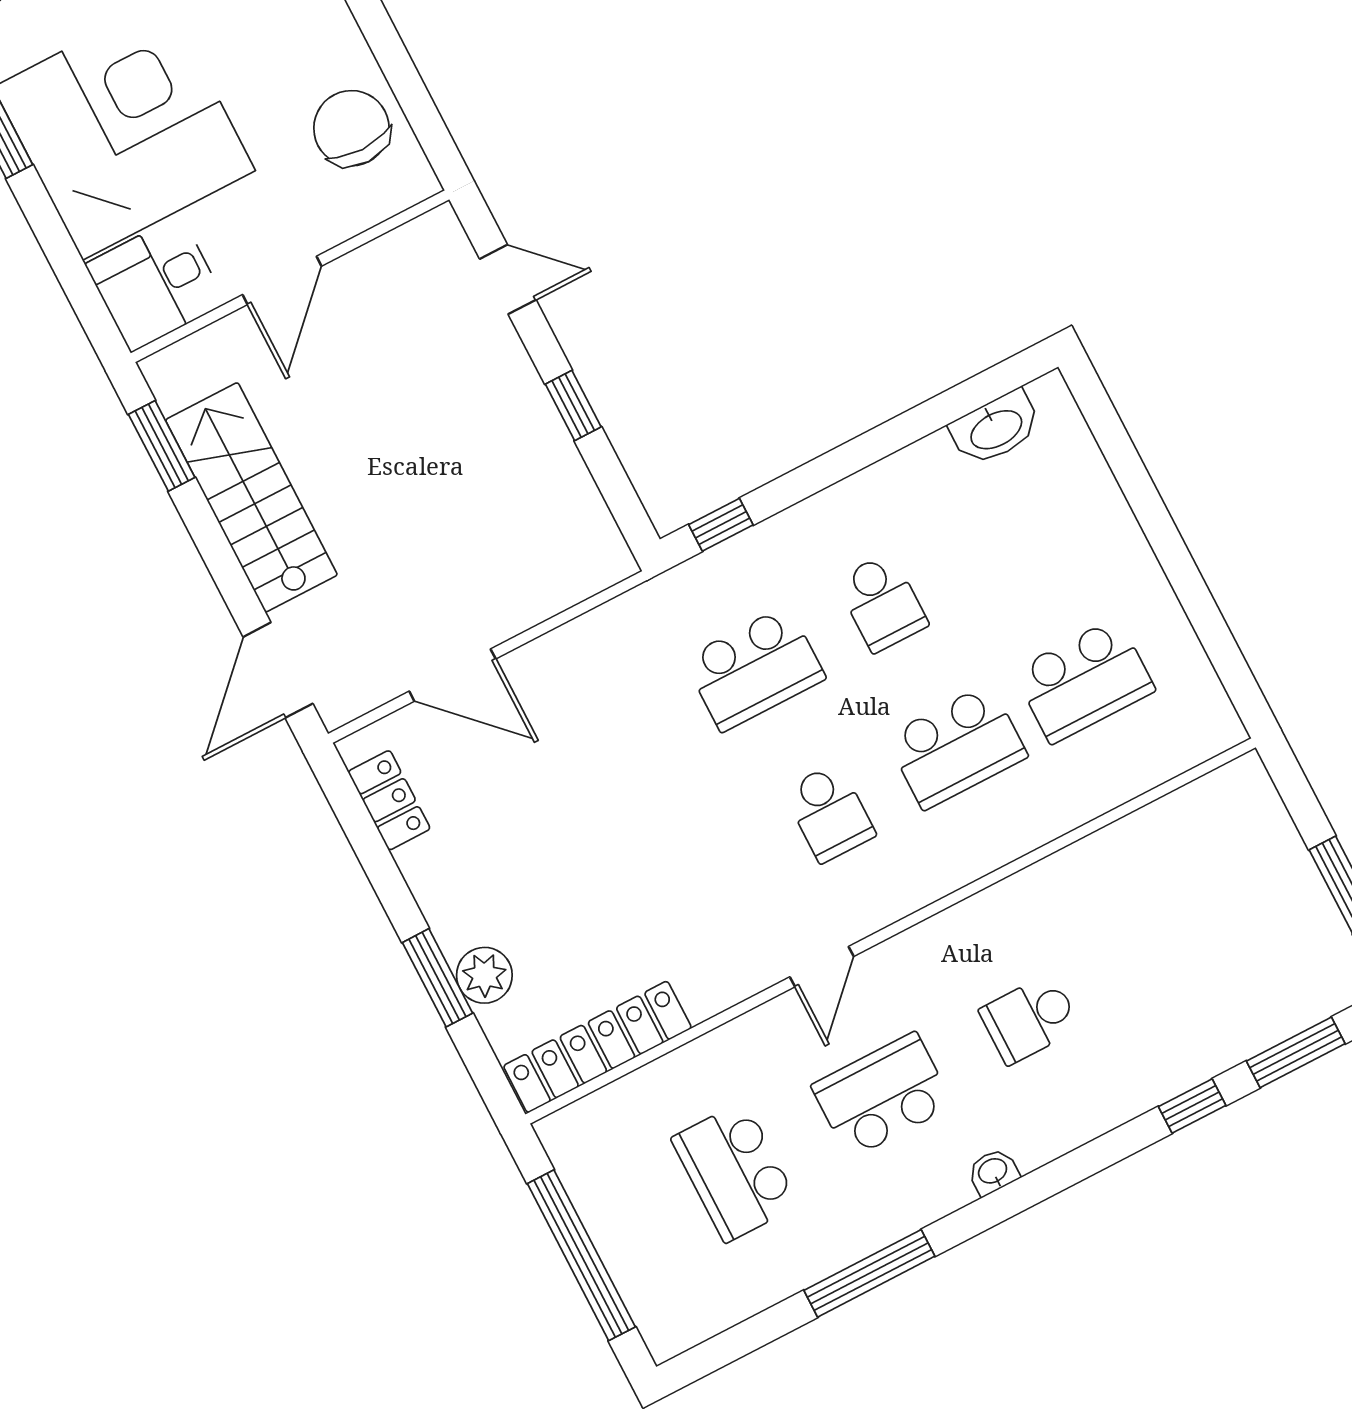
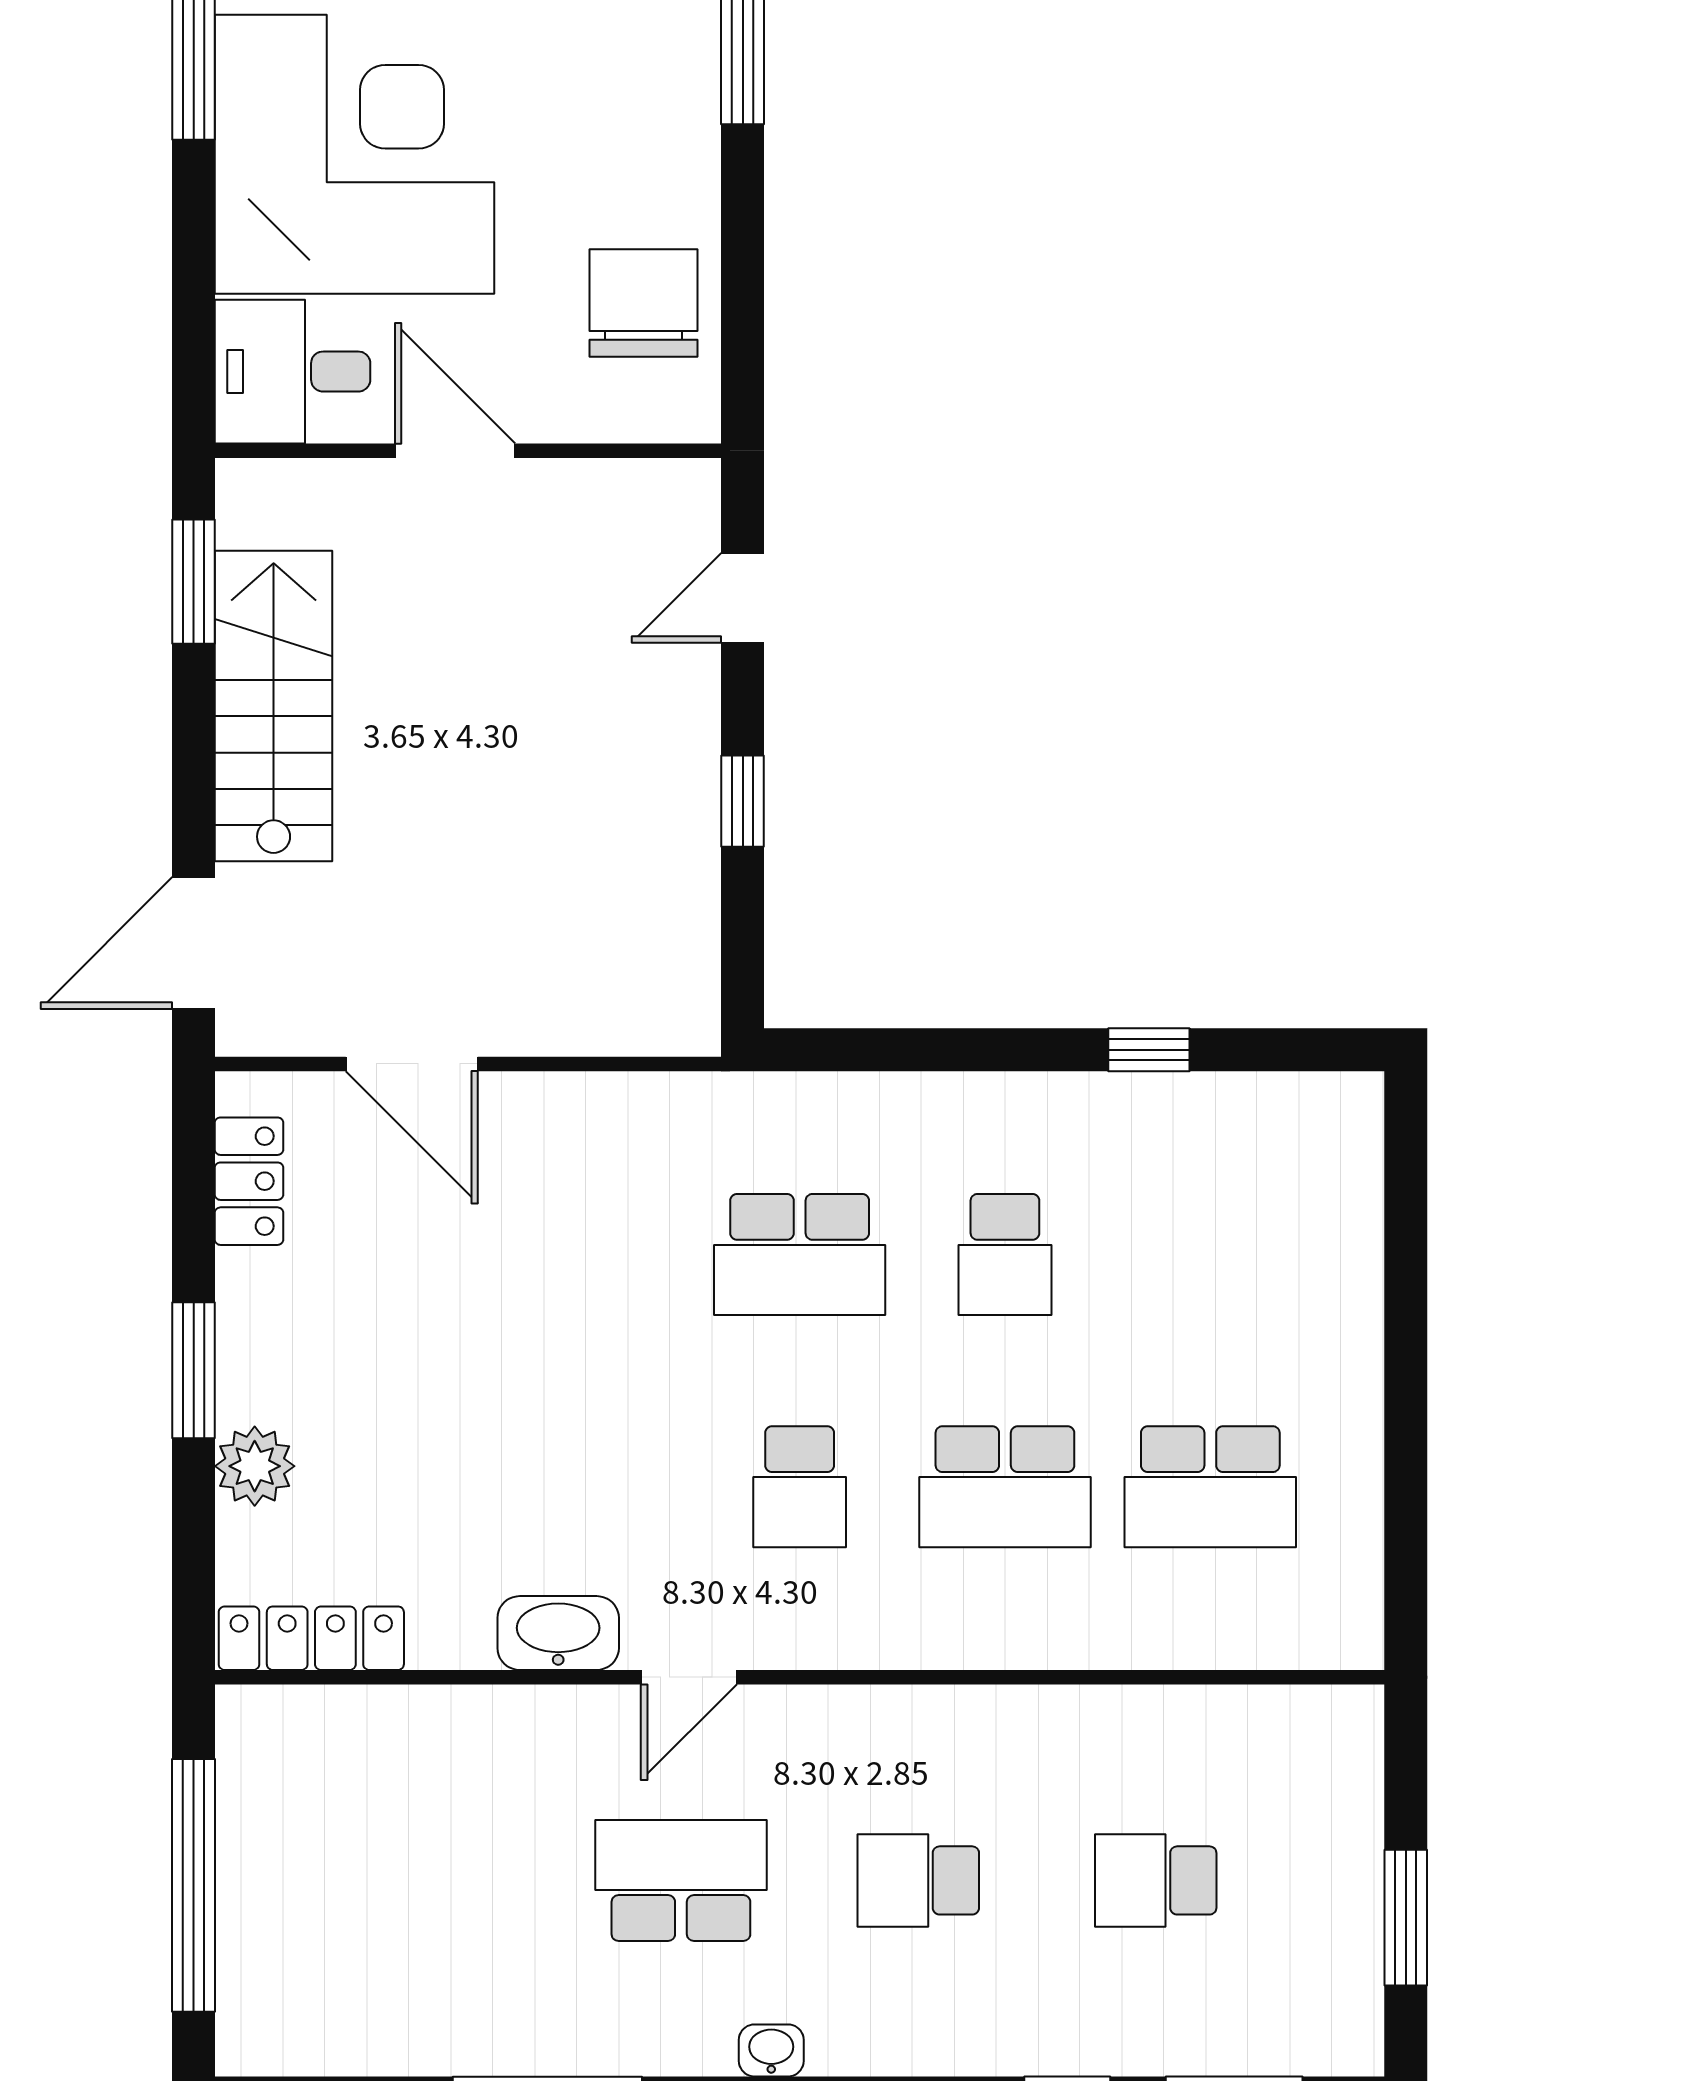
door: (508, 279) -> (743, 598), swing flipped
door: (282, 280) -> (455, 451), swing flipped
washbasin: (996, 428) -> (558, 1633), moved, turned 180
window: (721, 525) -> (1149, 1050), moved
window: (437, 978) -> (194, 1370), moved
locker: (597, 1047) -> (311, 1638), width x0.71, depth x0.83
school desk: (735, 1172) -> (1156, 1880), moved, width x0.54

